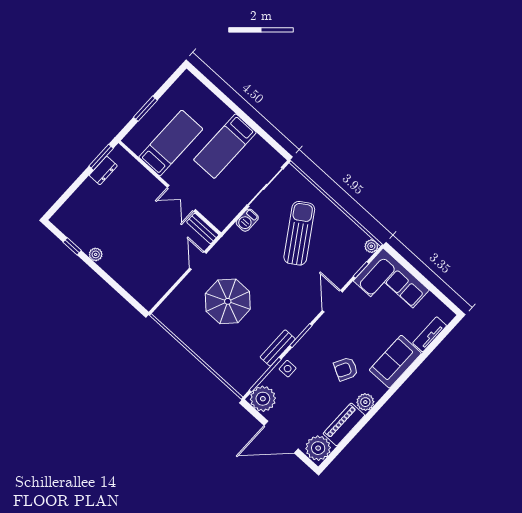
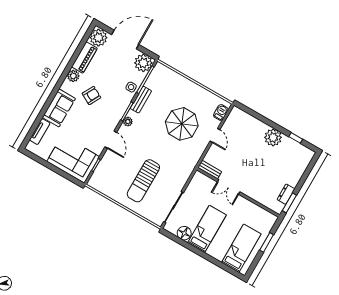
bed: (171, 143) -> (241, 248), moved, turned 180
floor lamp: (258, 147) -> (184, 233), added
double door: (181, 198) -> (229, 187), swing flipped
barbecue: (247, 220) -> (221, 112), moved
sun lounger: (299, 233) -> (143, 181), turned 33
plant: (371, 246) -> (128, 122), moved
plant: (96, 254) -> (273, 137), width x1.88, depth x1.88
door: (198, 261) -> (215, 135), moved

